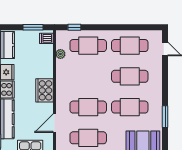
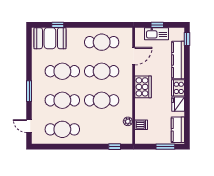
window: (33, 27) -> (165, 147), moved
dishwasher: (46, 38) -> (141, 125), moved
cafe table: (88, 46) -> (102, 100), moved
window: (165, 117) -> (29, 91), moved

